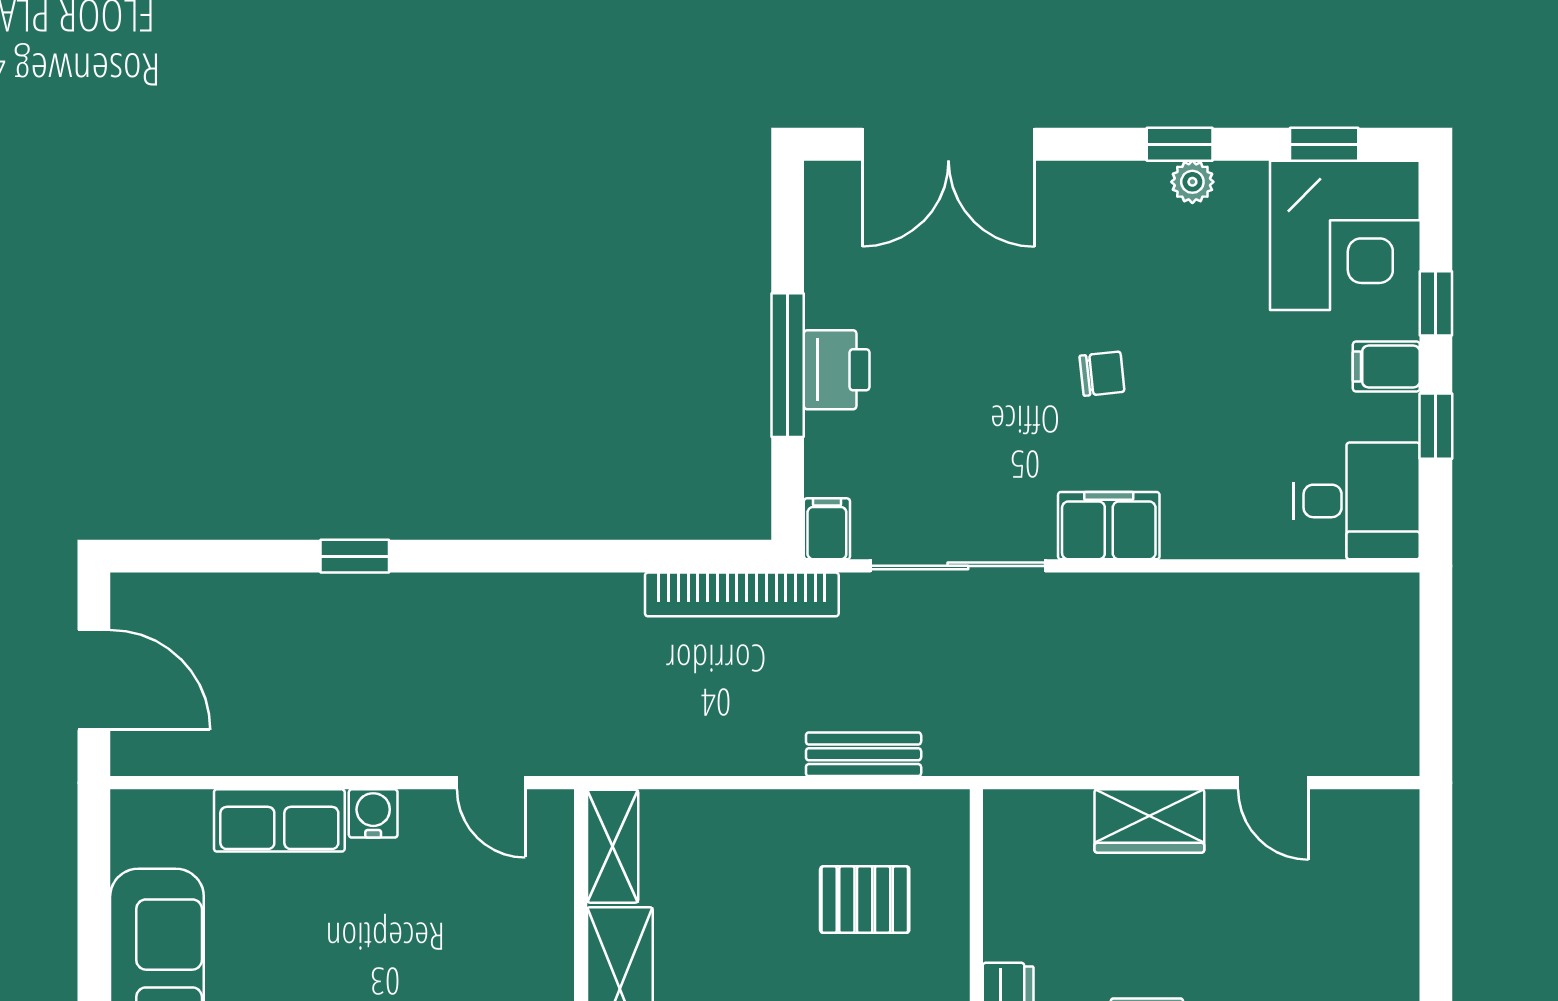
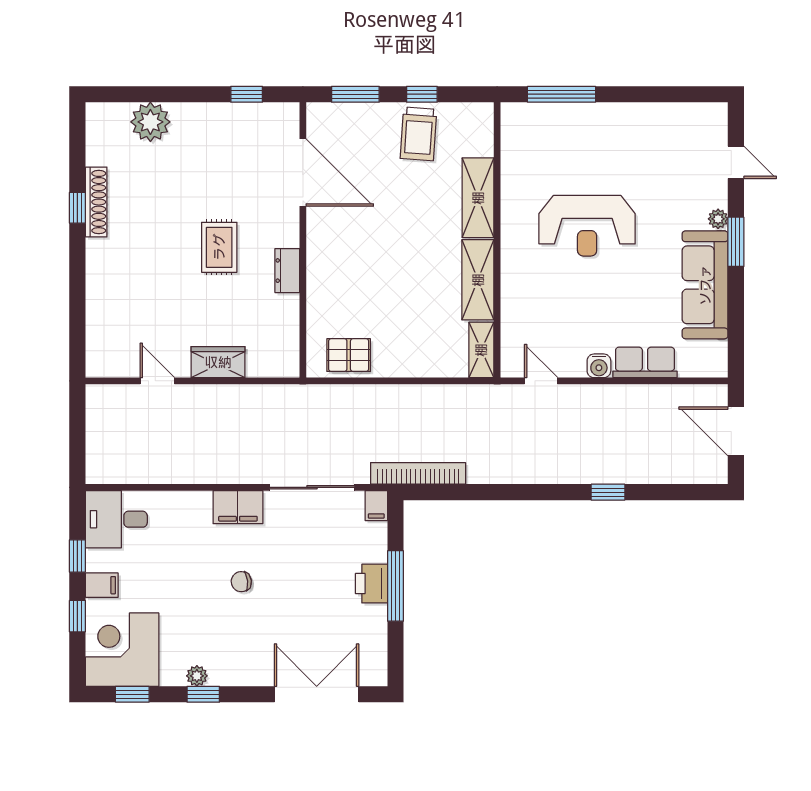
bench: (864, 754) -> (358, 395), removed
pallet: (865, 900) -> (349, 355), moved

